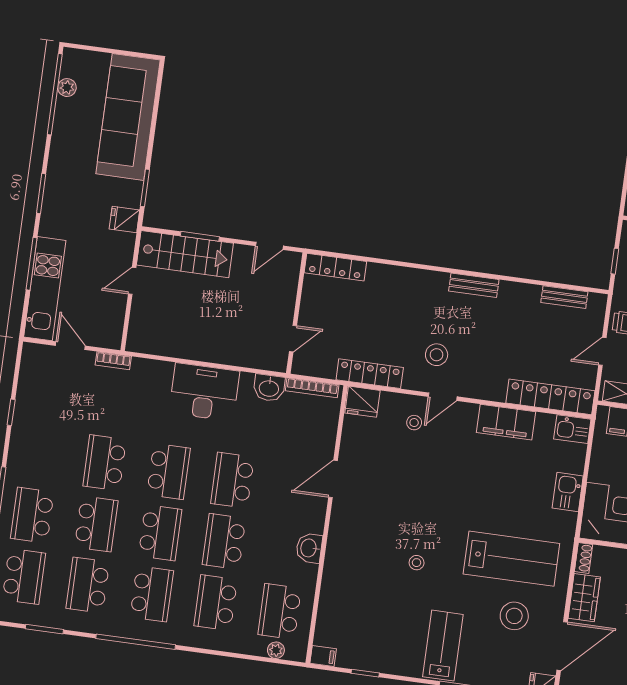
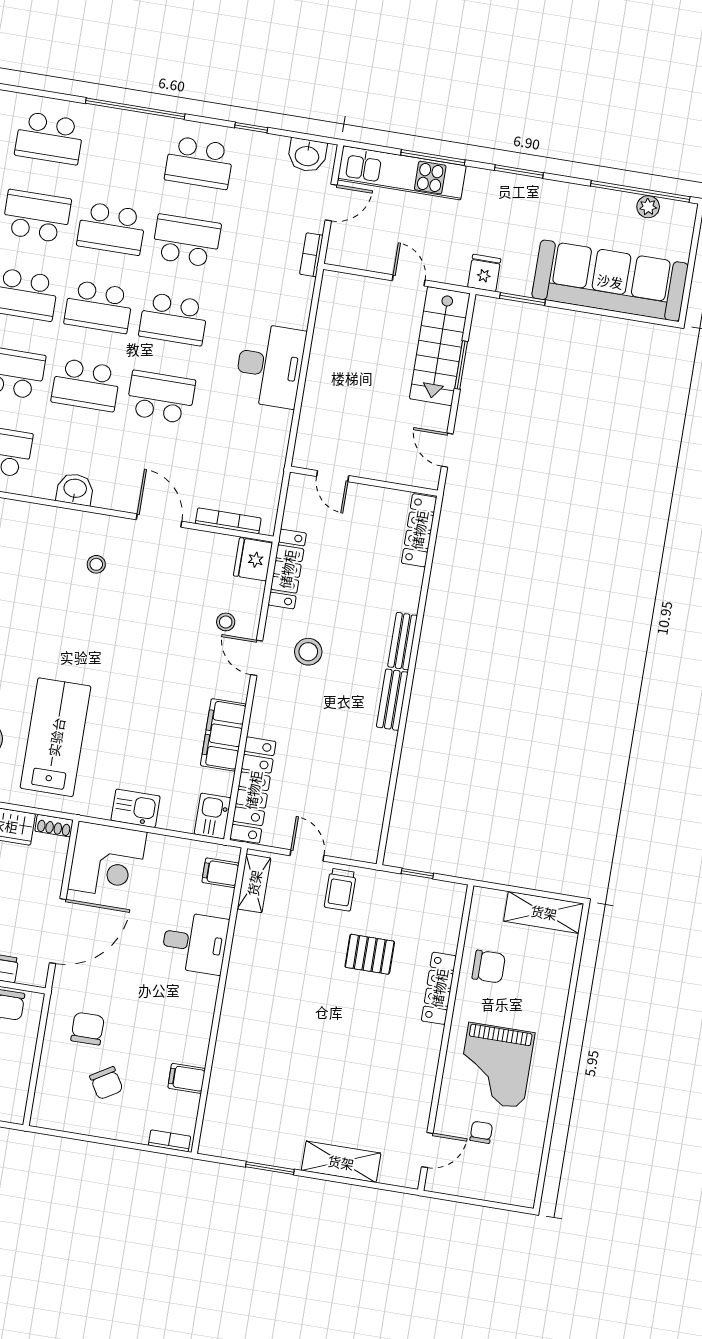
bench: (564, 297) -> (403, 641), moved
washbasin: (269, 388) -> (307, 155), moved, turned -90
bookcase: (312, 388) -> (228, 521), moved, turned 90
school desk: (32, 515) -> (199, 163), moved, turned 180
school desk: (224, 541) -> (86, 385), turned 180
lab bench: (511, 559) -> (56, 737), turned 180
stool: (417, 563) -> (96, 564), moved

